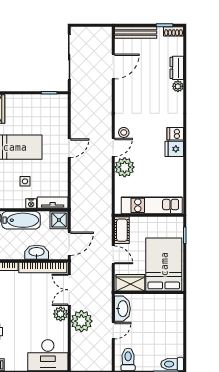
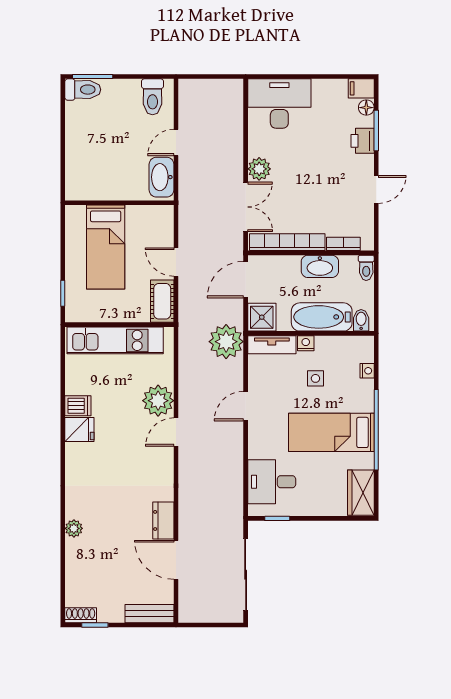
bench: (136, 33) -> (149, 614), width x0.73
door: (113, 66) -> (176, 560), hinge flipped
dresser: (177, 68) -> (163, 520), moved, turned 180
desk: (53, 116) -> (272, 482), added
stool: (124, 132) -> (159, 456), removed
dishwasher: (175, 134) -> (78, 406), moved
door: (69, 148) -> (246, 406), moved
washbasin: (37, 252) -> (320, 266), moved
bed: (164, 264) -> (106, 247), width x0.67
wardrobe: (130, 283) -> (149, 218), removed
plant: (81, 321) -> (226, 342), moved

